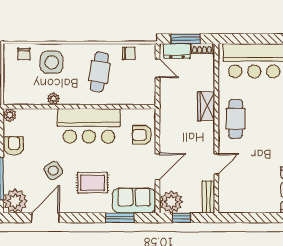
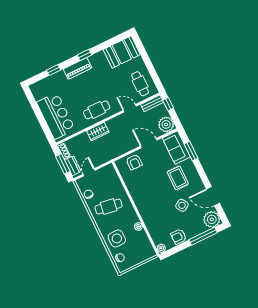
bar counter: (89, 126) -> (144, 197), removed
cafe table: (242, 194) -> (140, 84), added
window: (181, 218) -> (168, 104), moved

